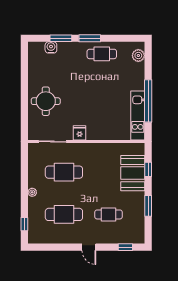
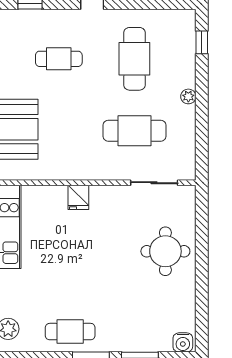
water cooler: (51, 47) -> (183, 342), moved
fridge: (80, 133) -> (78, 197), moved
cafe table: (64, 214) -> (134, 59), turned 90

